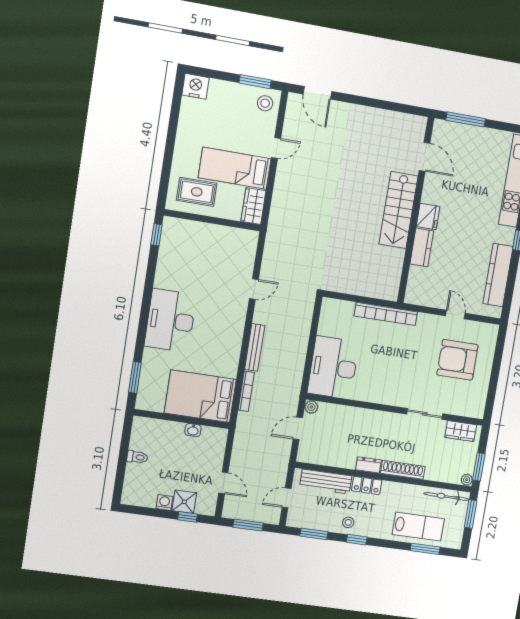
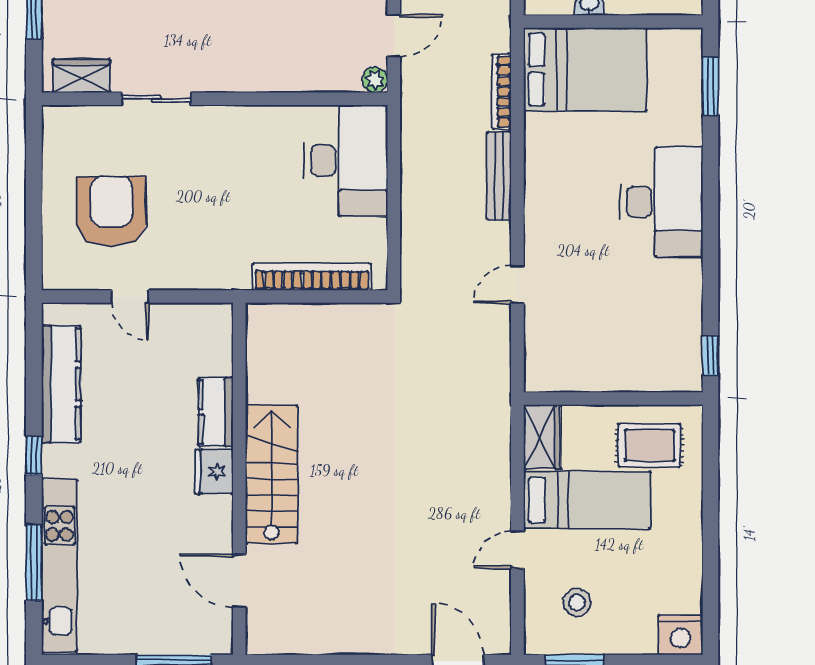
stool: (265, 103) -> (577, 602), moved
bookcase: (386, 314) -> (312, 277), moved
armchair: (457, 360) -> (111, 211), turned -90

